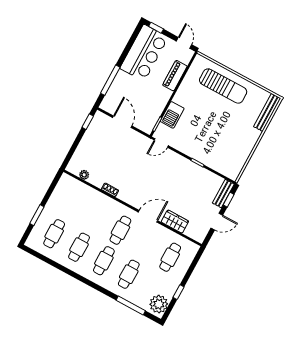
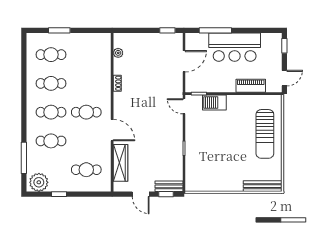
bar counter: (144, 53) -> (235, 47), moved
wardrobe: (175, 222) -> (120, 163), width x1.50

